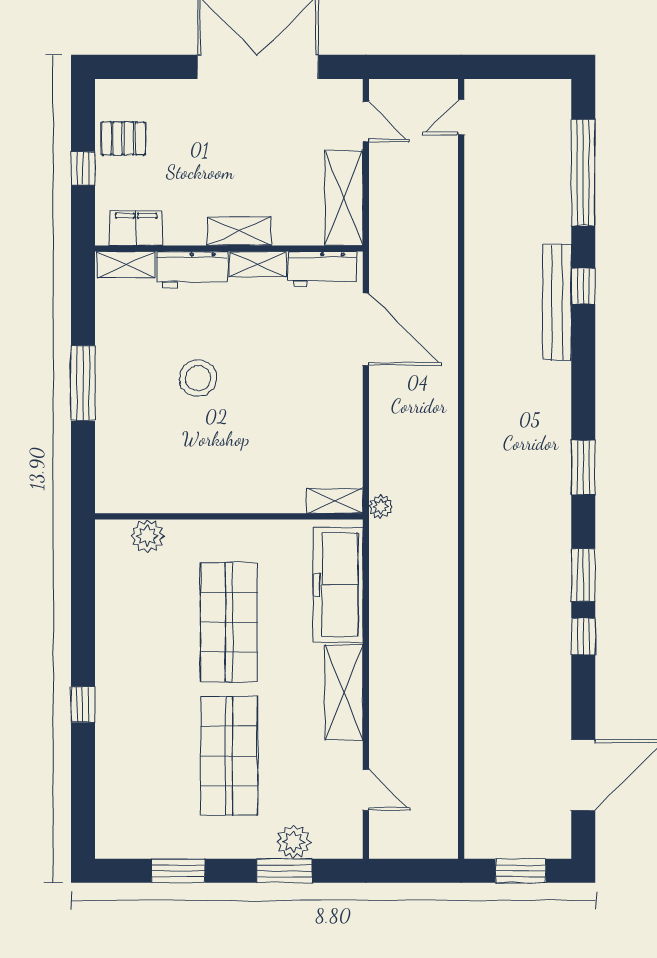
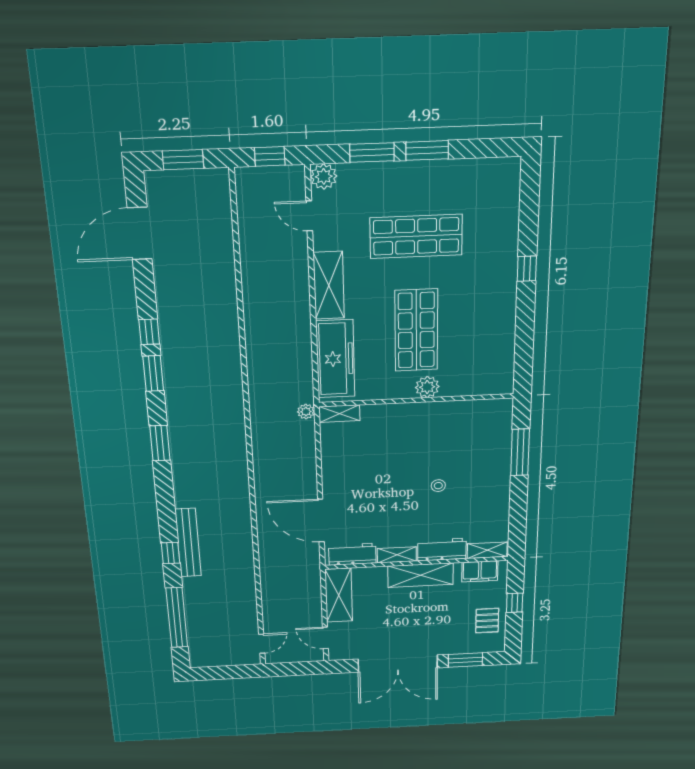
window: (155, 67) -> (465, 660), added
pallet: (123, 138) -> (487, 621), turned 90
shelving: (239, 231) -> (420, 575), width x1.50, depth x1.33
stool: (198, 378) -> (438, 486), width x0.53, depth x0.53
window: (83, 383) -> (520, 452), moved
plant: (147, 536) -> (427, 387), moved
shop shelf: (229, 756) -> (416, 236), turned 90
plant: (294, 842) -> (324, 176), moved
window: (178, 871) -> (427, 150), moved
window: (413, 871) -> (270, 156), added

